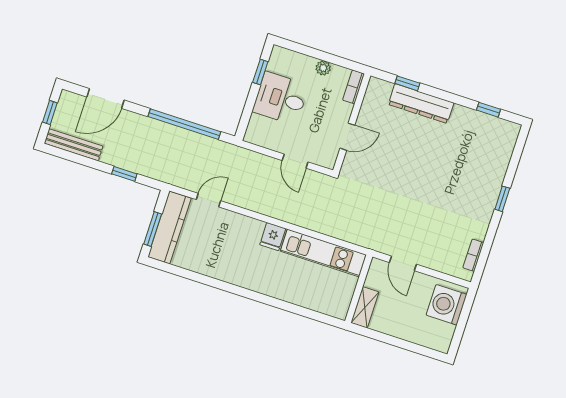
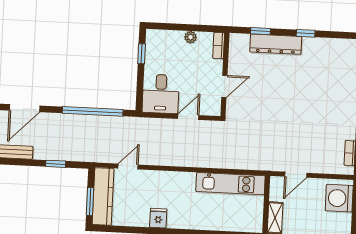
desk: (281, 98) -> (161, 94), moved, turned -90
window: (489, 110) -> (306, 33), moved
door: (295, 161) -> (188, 117), swing flipped
fridge: (273, 237) -> (158, 218), moved, turned 180
door: (403, 263) -> (296, 175), hinge flipped

